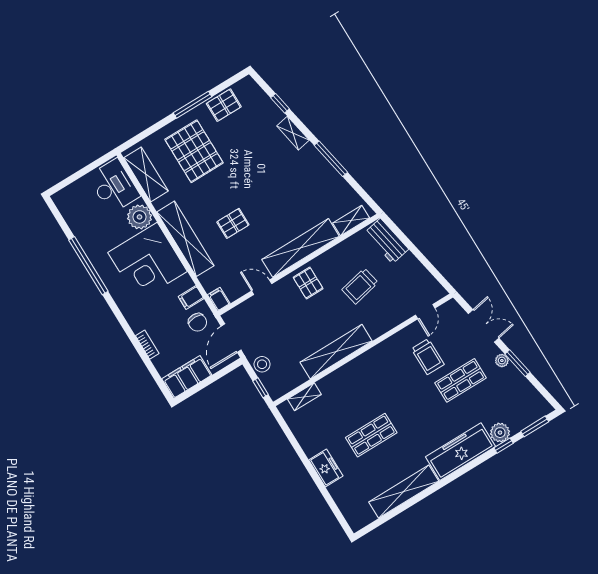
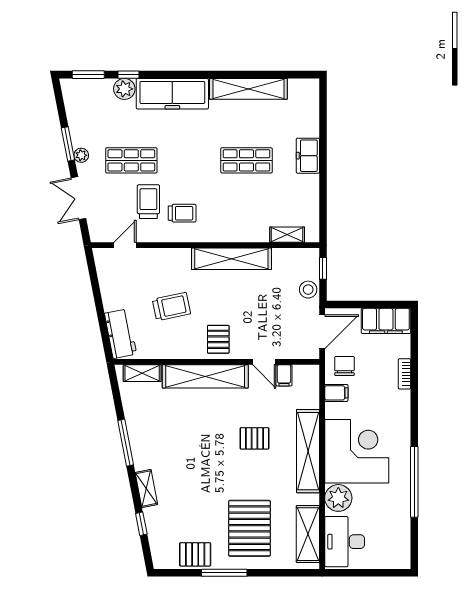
filing cabinet: (219, 299) -> (284, 375), moved
trolley: (396, 364) -> (182, 213), added

